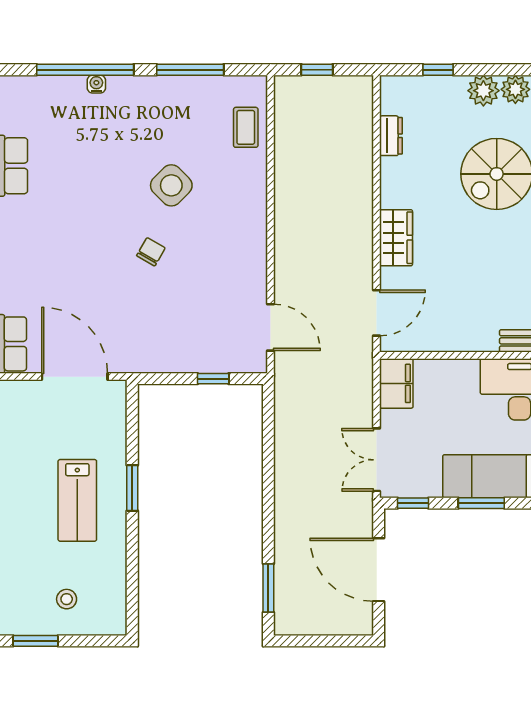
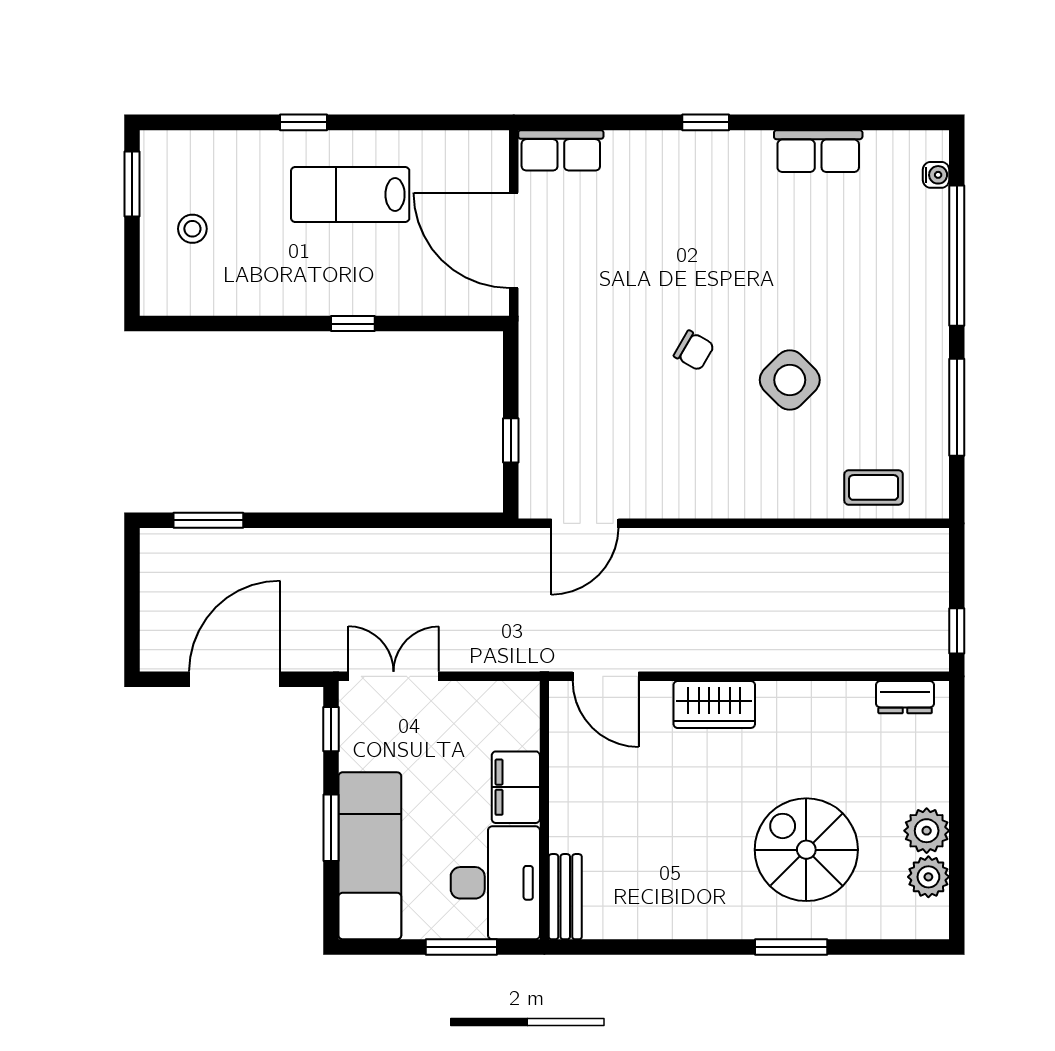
window: (317, 70) -> (957, 631), moved
window: (438, 70) -> (957, 765), removed
water cooler: (96, 84) -> (936, 175), moved
dresser: (391, 136) -> (905, 697), moved
door: (75, 377) -> (514, 240), swing flipped
filing cabinet: (396, 383) -> (516, 787), moved, turned 90
window: (132, 488) -> (353, 324), width x0.67
lab bench: (77, 500) -> (350, 195), moved

